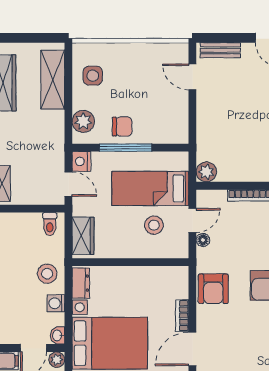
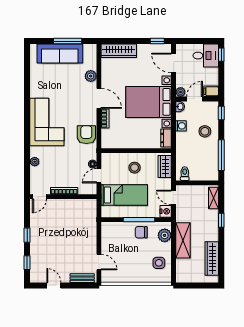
shelving: (53, 80) -> (183, 240), moved
plant: (206, 172) -> (91, 205), removed
stool: (154, 225) -> (134, 168), moved
stool: (47, 274) -> (205, 131), moved
door: (192, 349) -> (99, 98), hinge flipped

